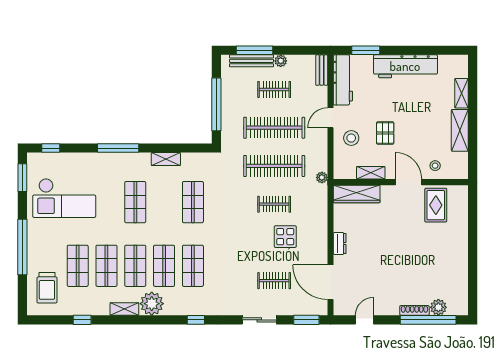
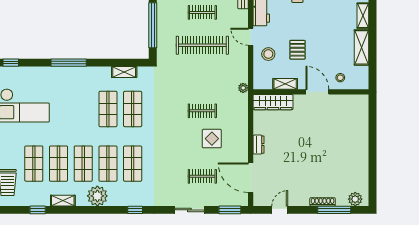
door: (330, 118) -> (251, 37), hinge flipped
shelving: (166, 159) -> (124, 72), moved
clothes rail: (274, 166) -> (202, 78), removed
shop shelf: (135, 202) -> (108, 109), moved
rug: (436, 205) -> (341, 112), removed
plant: (438, 307) -> (355, 199), moved
shelving: (124, 309) -> (63, 201), moved
window: (428, 320) -> (334, 210), width x0.68

